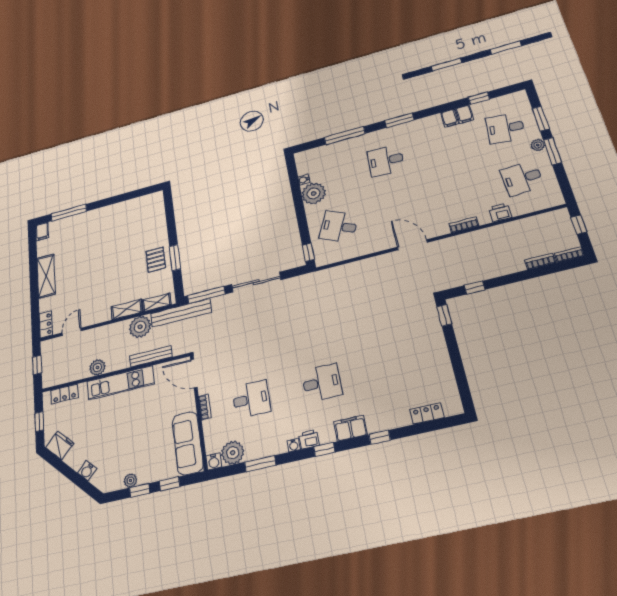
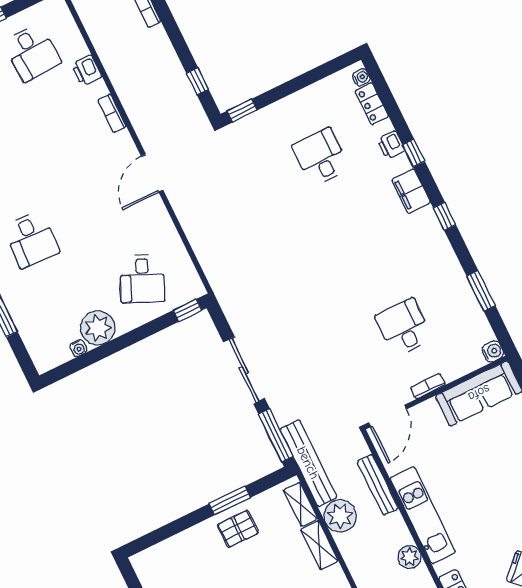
desk: (322, 383) -> (321, 157), moved
printer: (309, 439) -> (391, 145), moved
water cooler: (294, 445) -> (361, 77), moved
plant: (233, 453) -> (476, 330), removed

